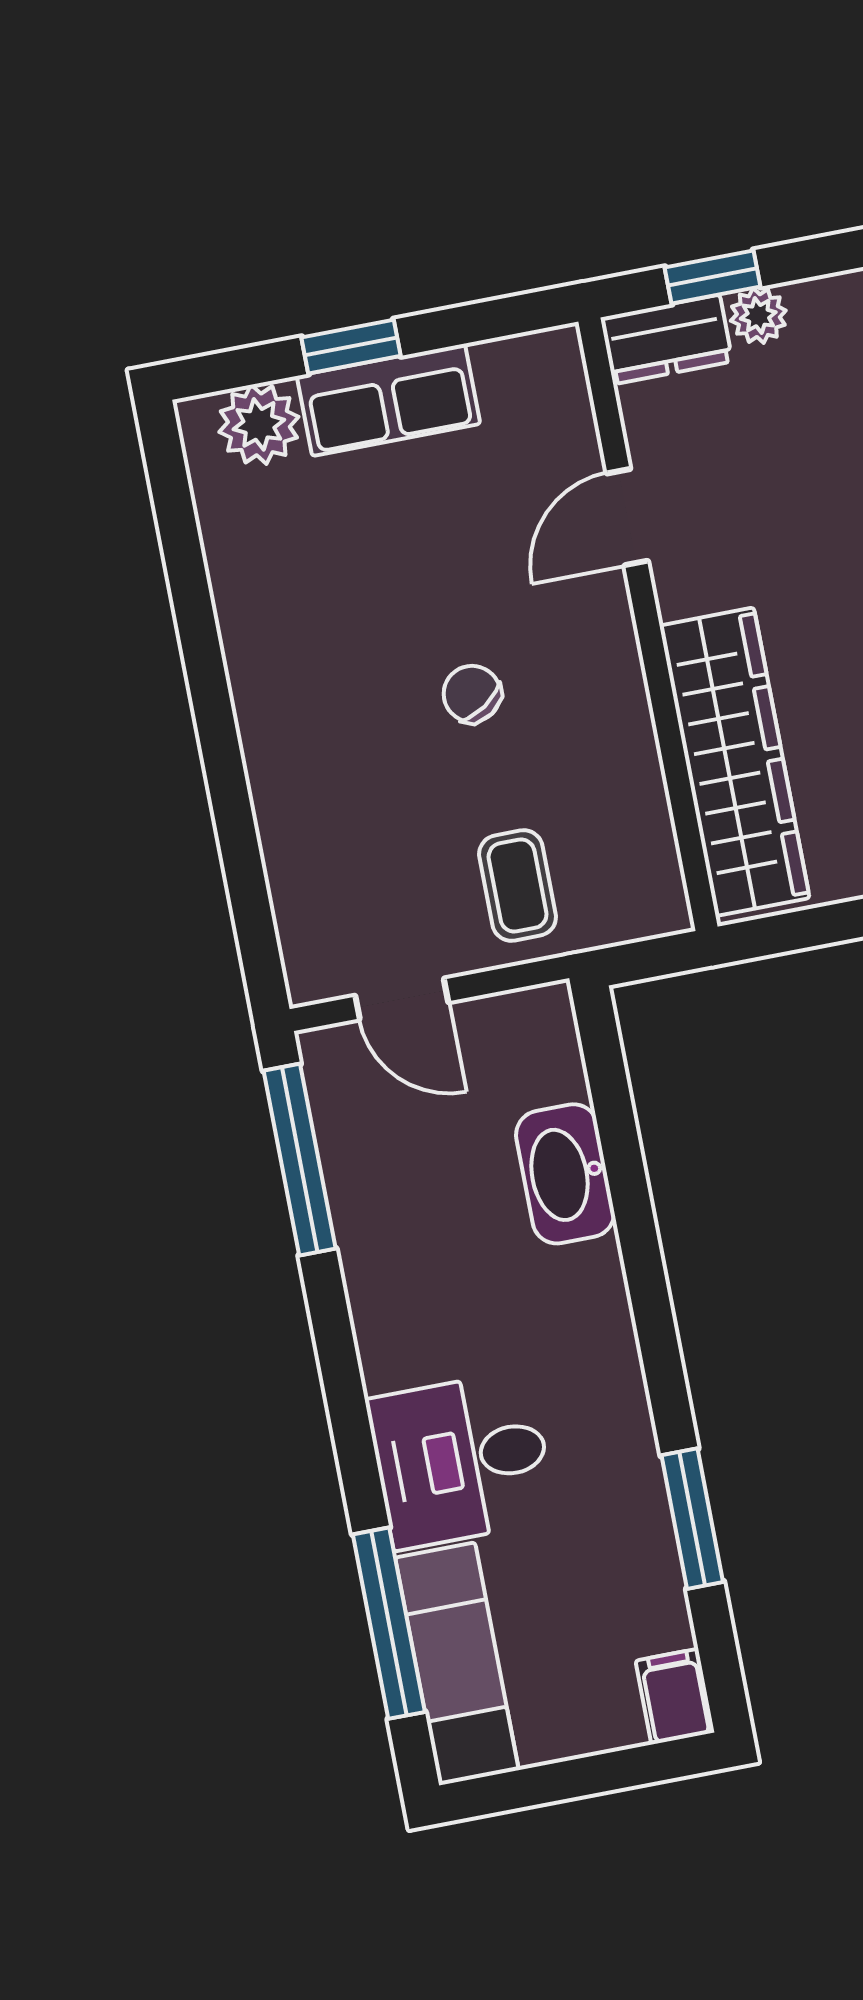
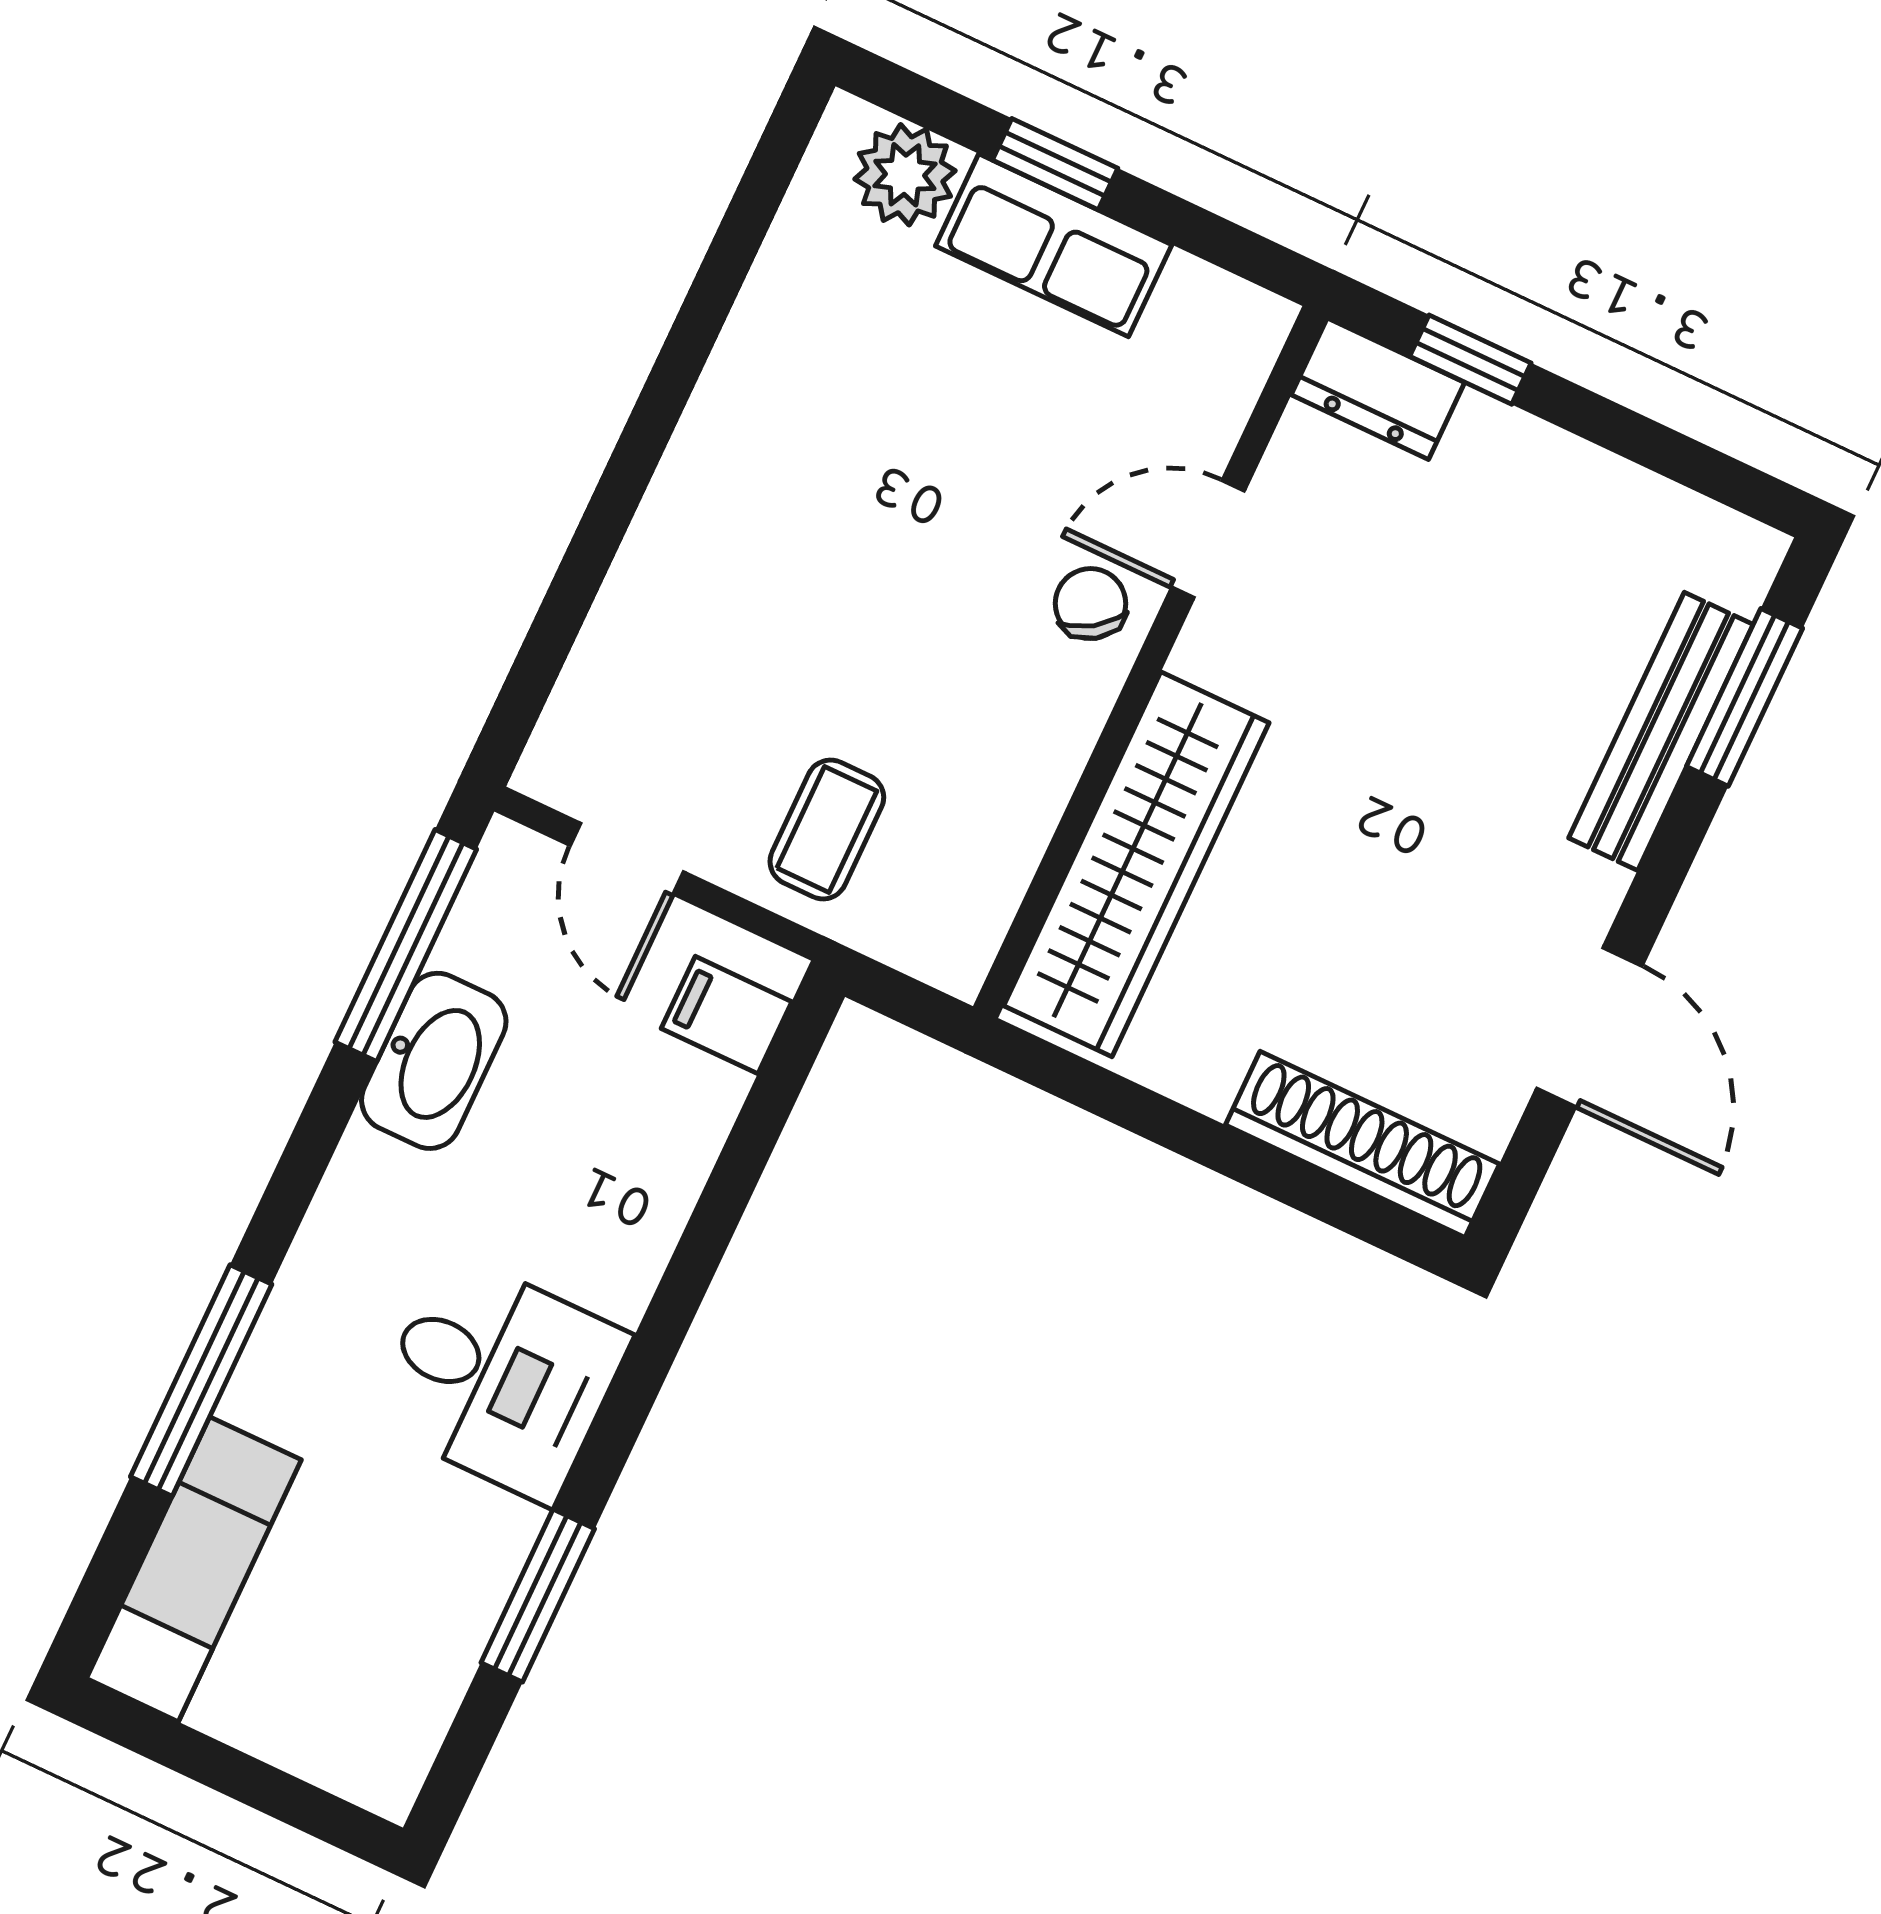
plant: (758, 316) -> (1488, 432), removed
chair: (472, 694) -> (1091, 604), moved
washbasin: (565, 1174) -> (434, 1061), moved, turned 180
desk: (461, 1460) -> (499, 1378), moved, turned 180
window: (389, 1623) -> (201, 1381), moved
filing cabinet: (675, 1697) -> (727, 1015), moved, turned -90

